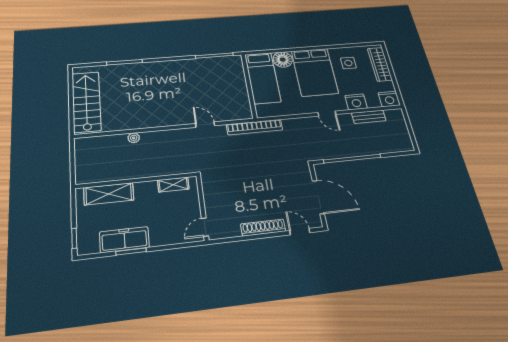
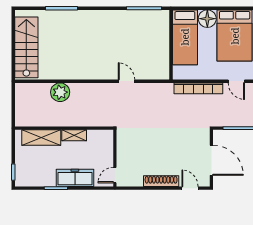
bookcase: (255, 127) -> (198, 88), moved
plant: (134, 138) -> (60, 92), width x1.88, depth x1.88
shelving: (173, 185) -> (74, 135), moved
freezer: (124, 240) -> (75, 178), moved

